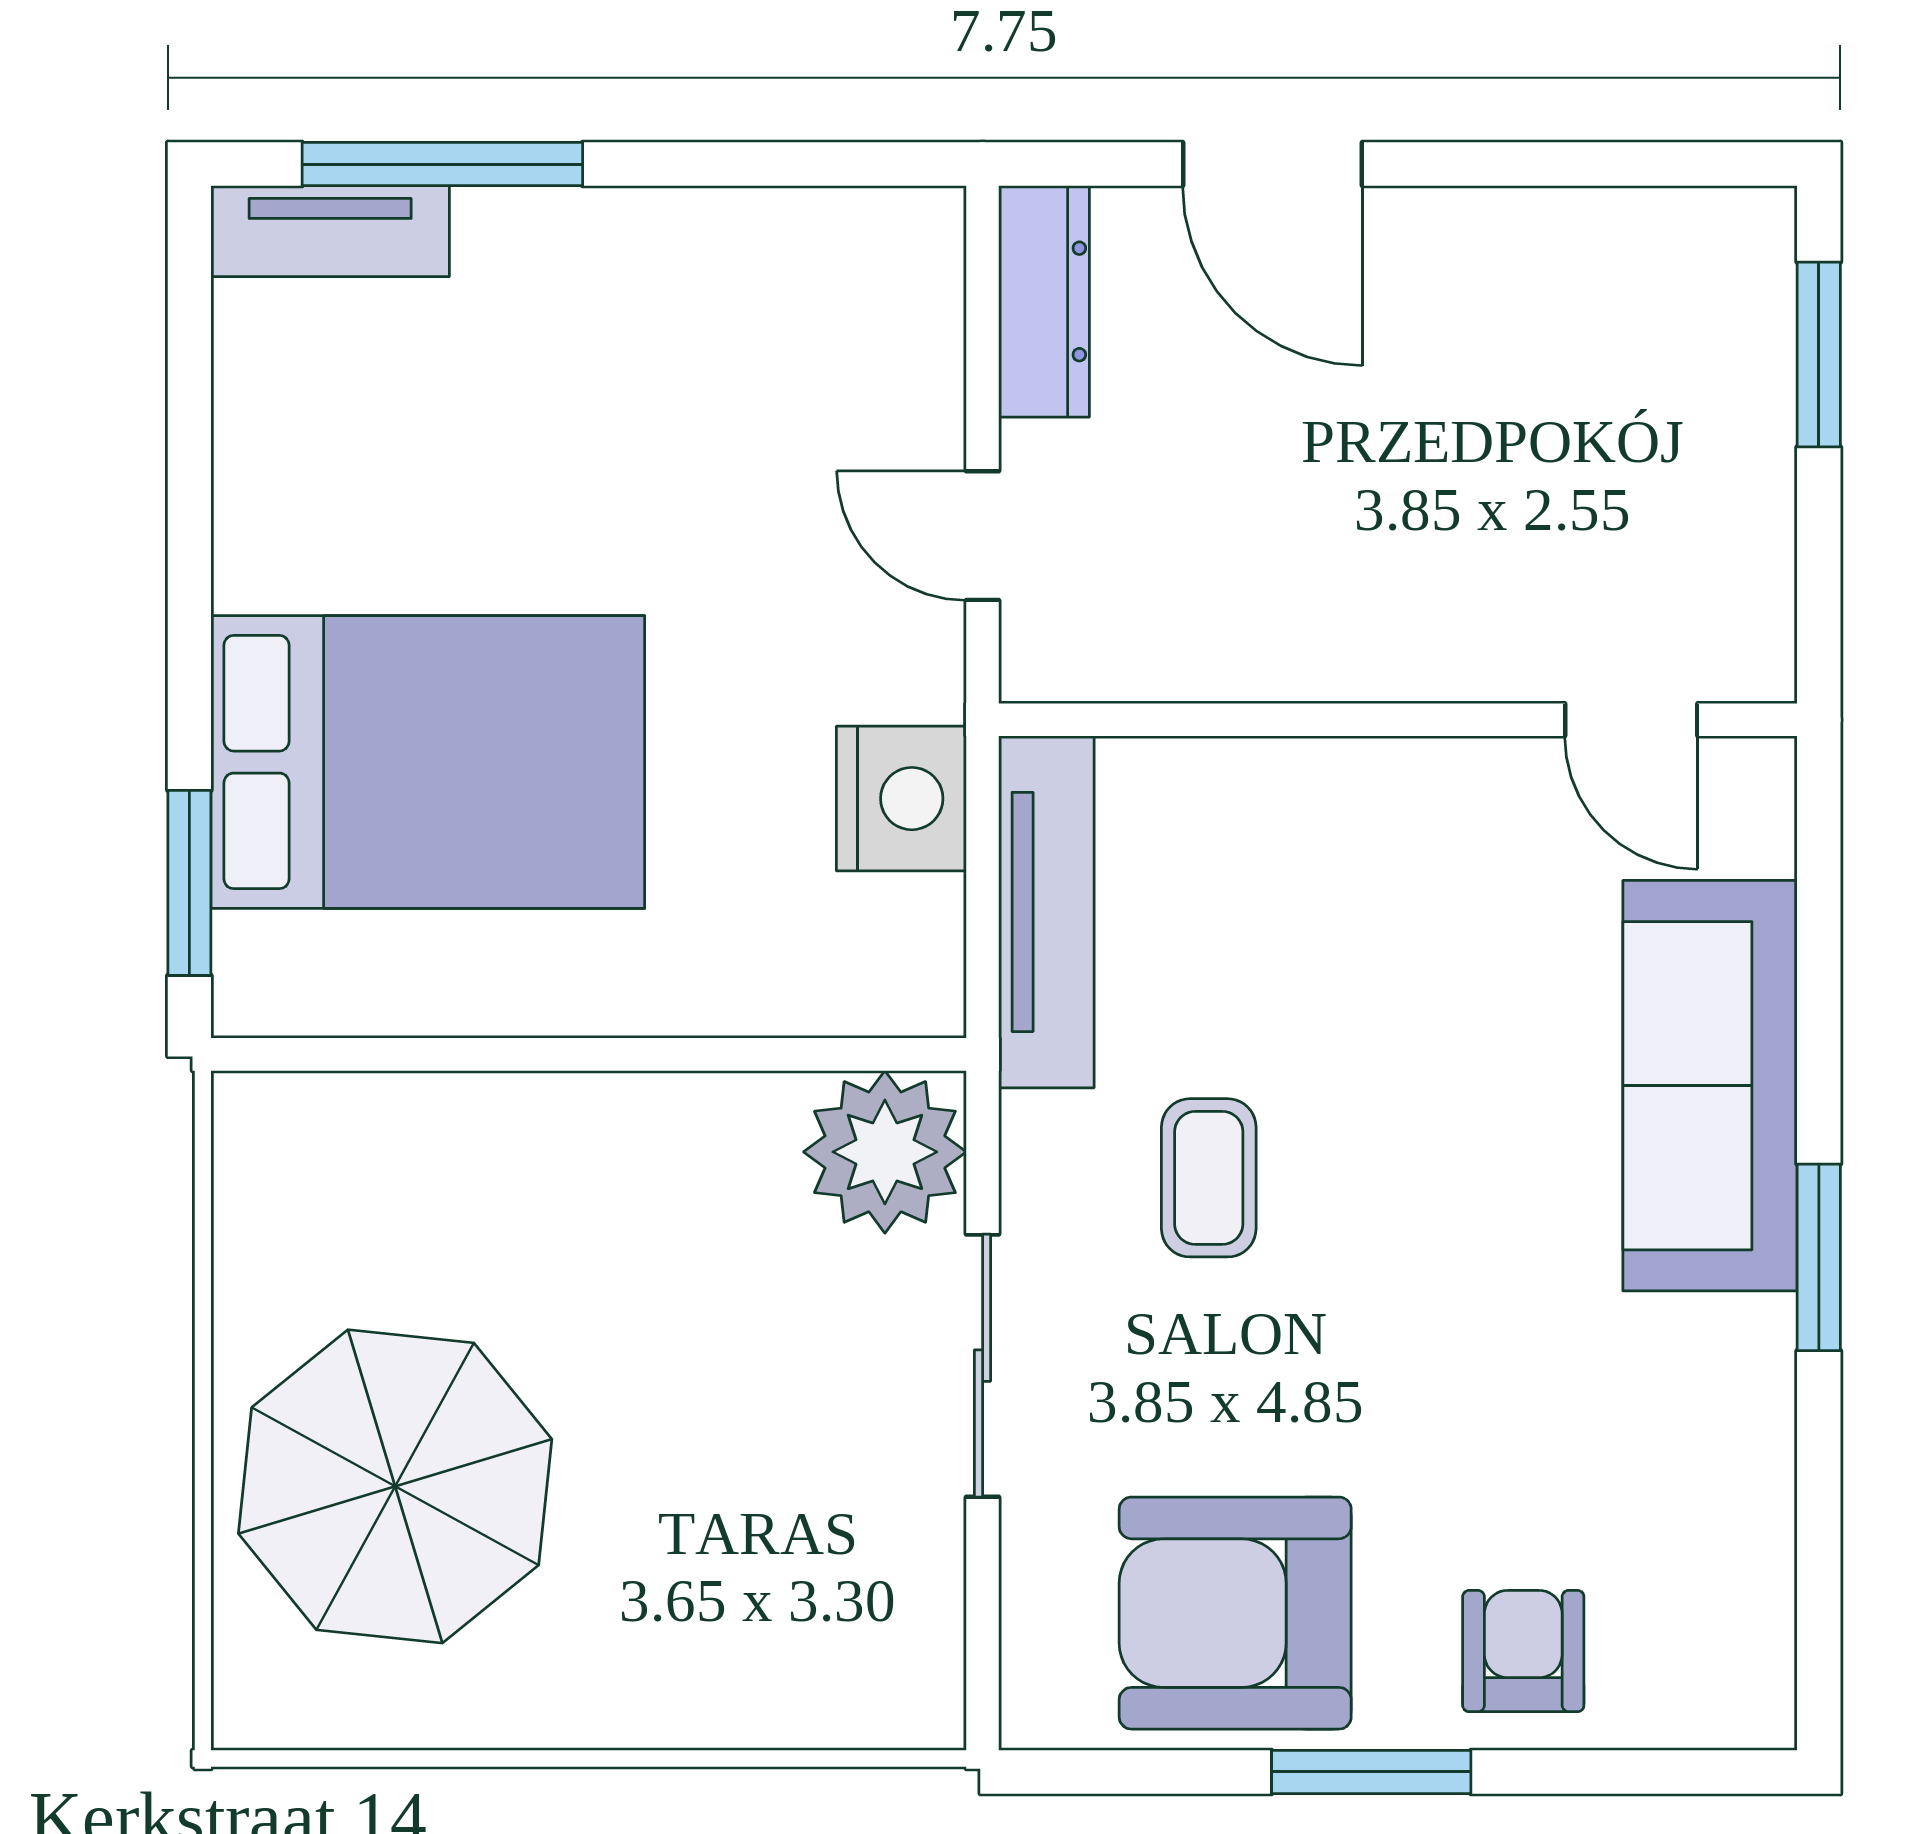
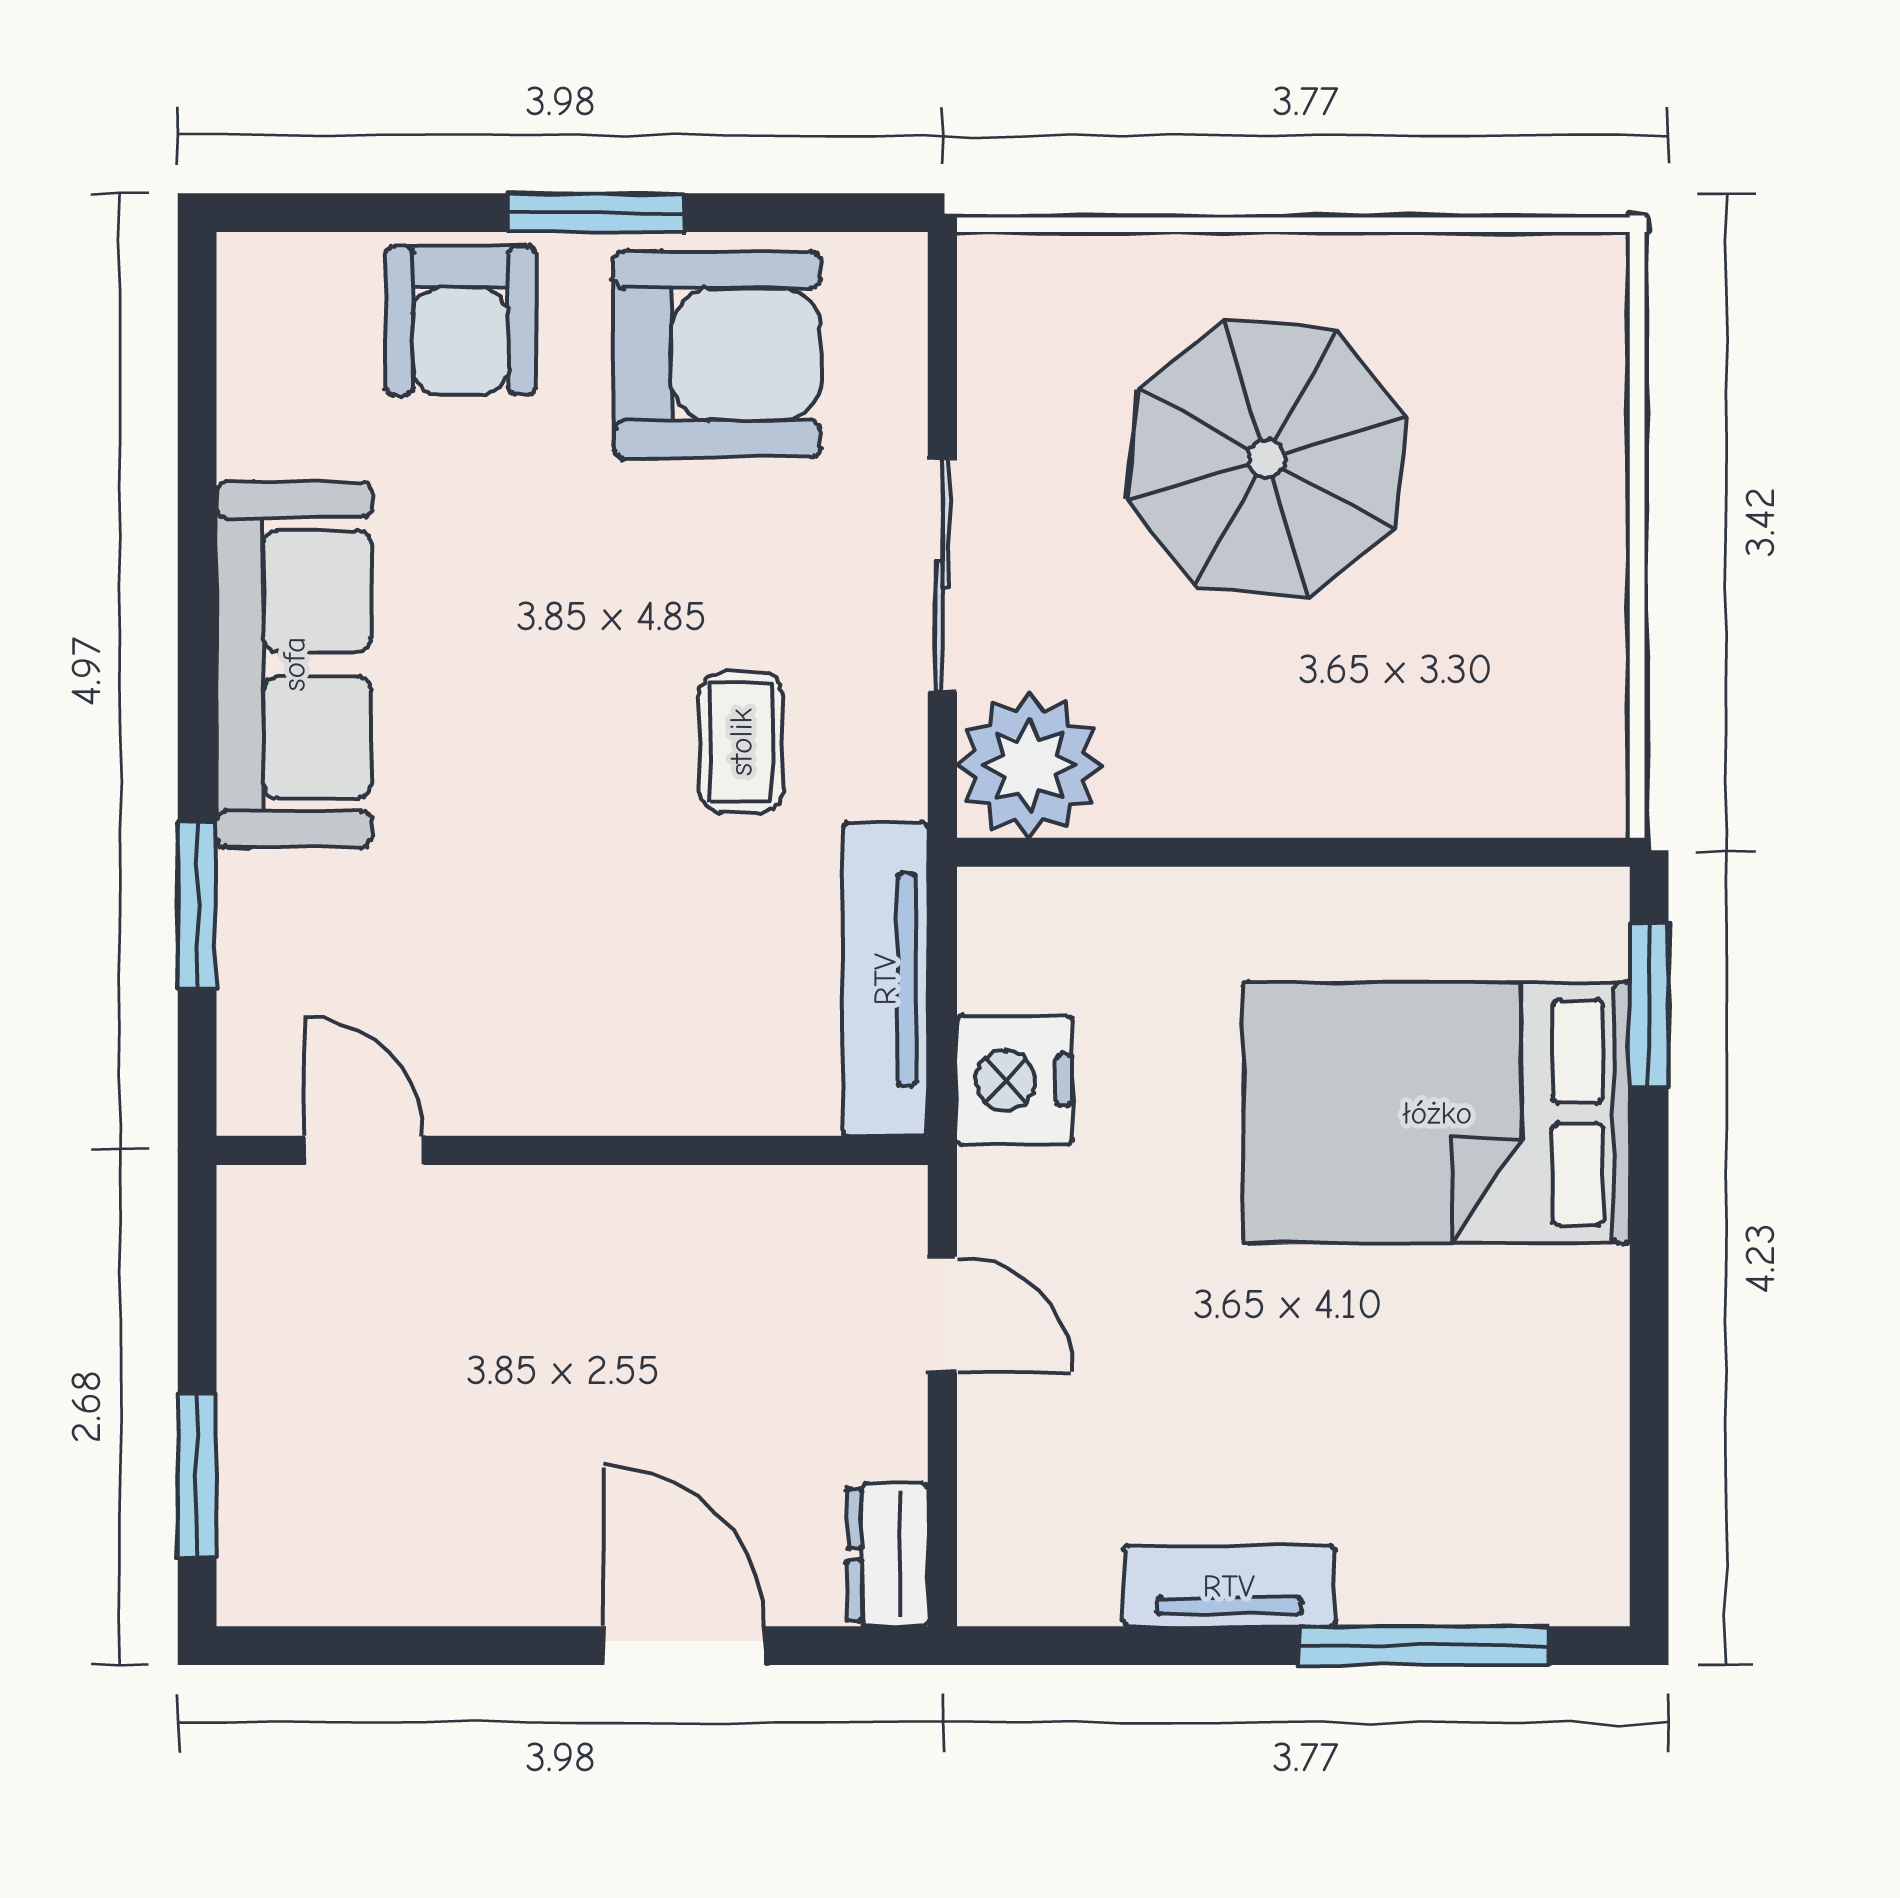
tv unit: (330, 231) -> (1229, 1586), moved
dresser: (1044, 301) -> (888, 1555), width x0.70
sofa: (1710, 1086) -> (294, 664), moved
window: (1819, 1257) -> (197, 905), moved
parasol: (395, 1486) -> (1266, 458), moved
armchair: (1523, 1651) -> (460, 320), width x1.38, depth x1.38

